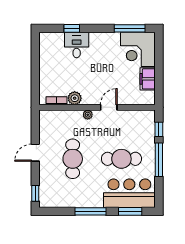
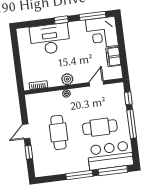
window: (72, 28) -> (61, 20), moved
desk: (77, 45) -> (50, 39), width x1.87, depth x1.30
plant: (75, 98) -> (67, 79), moved
door: (109, 107) -> (96, 83), moved
window: (35, 193) -> (29, 152), moved
window: (130, 211) -> (113, 171), width x1.44

